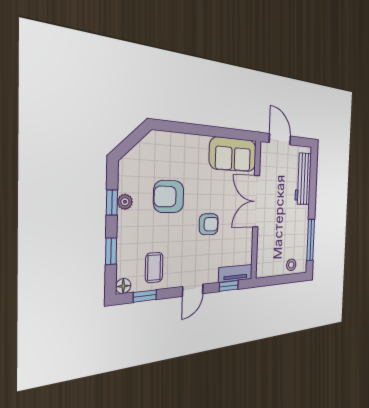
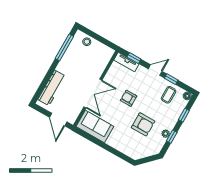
window: (145, 296) -> (171, 79), moved

